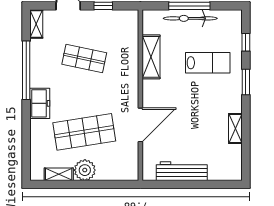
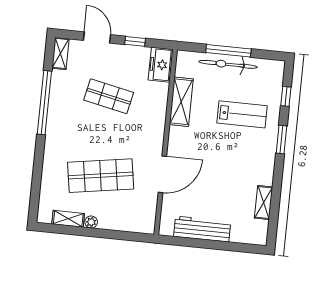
freezer: (40, 103) -> (161, 65), moved, turned 180
shelving: (235, 128) -> (264, 202), moved
plant: (85, 170) -> (91, 222), width x0.53, depth x0.53

